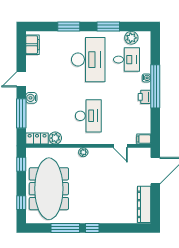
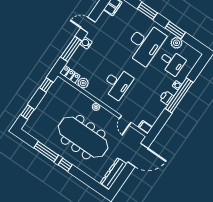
plant: (131, 38) -> (176, 43), moved
meeting table: (49, 189) -> (83, 137), moved, turned 90

